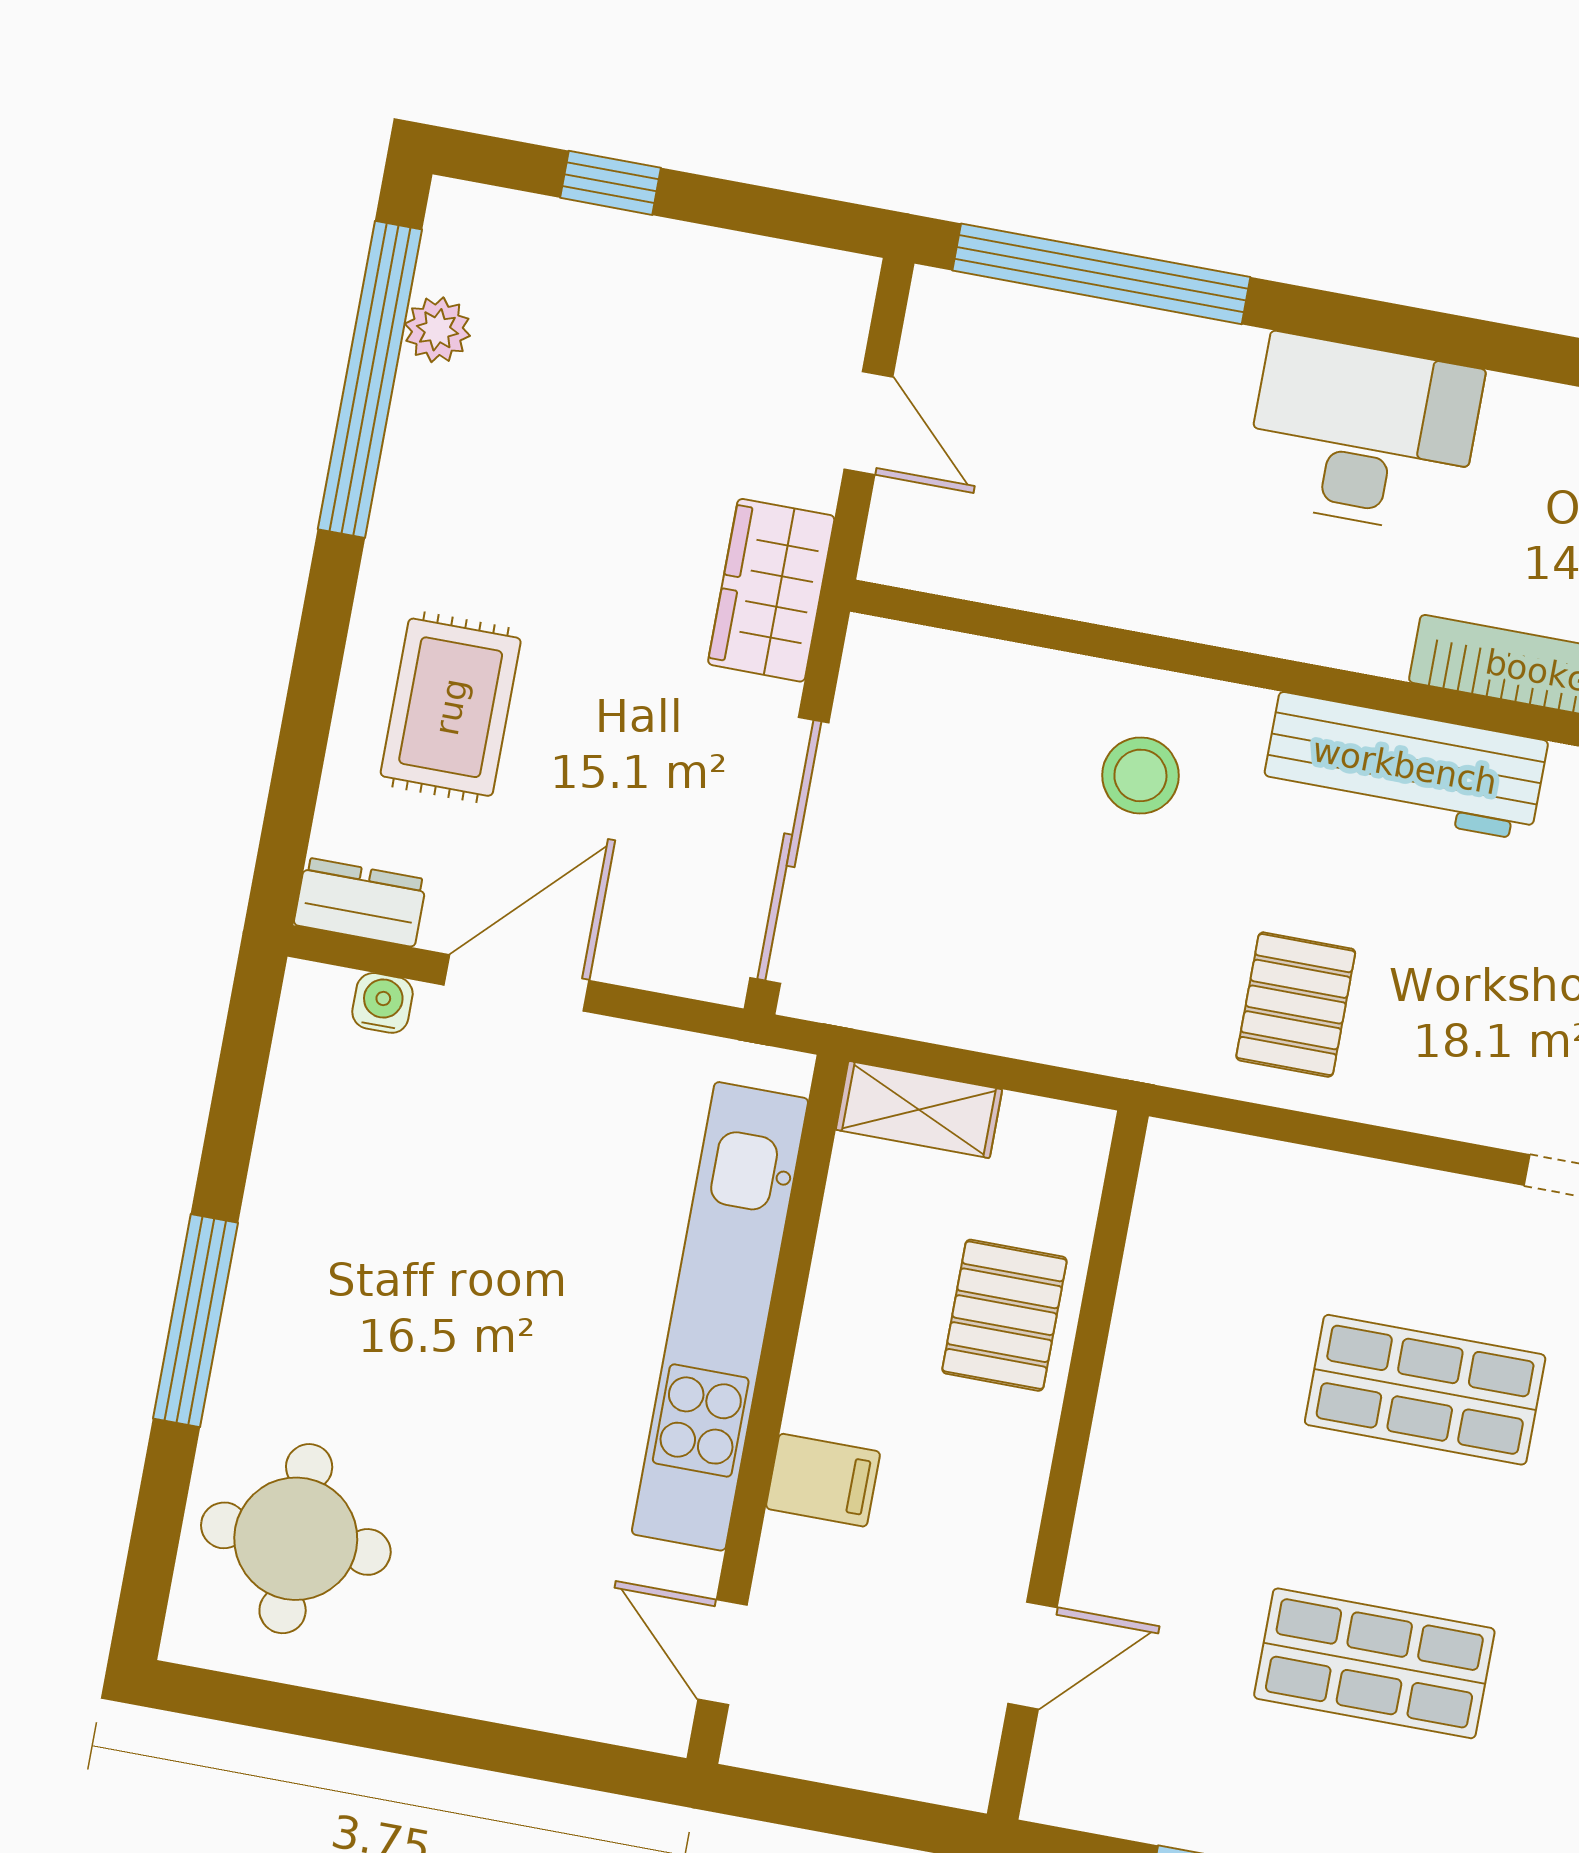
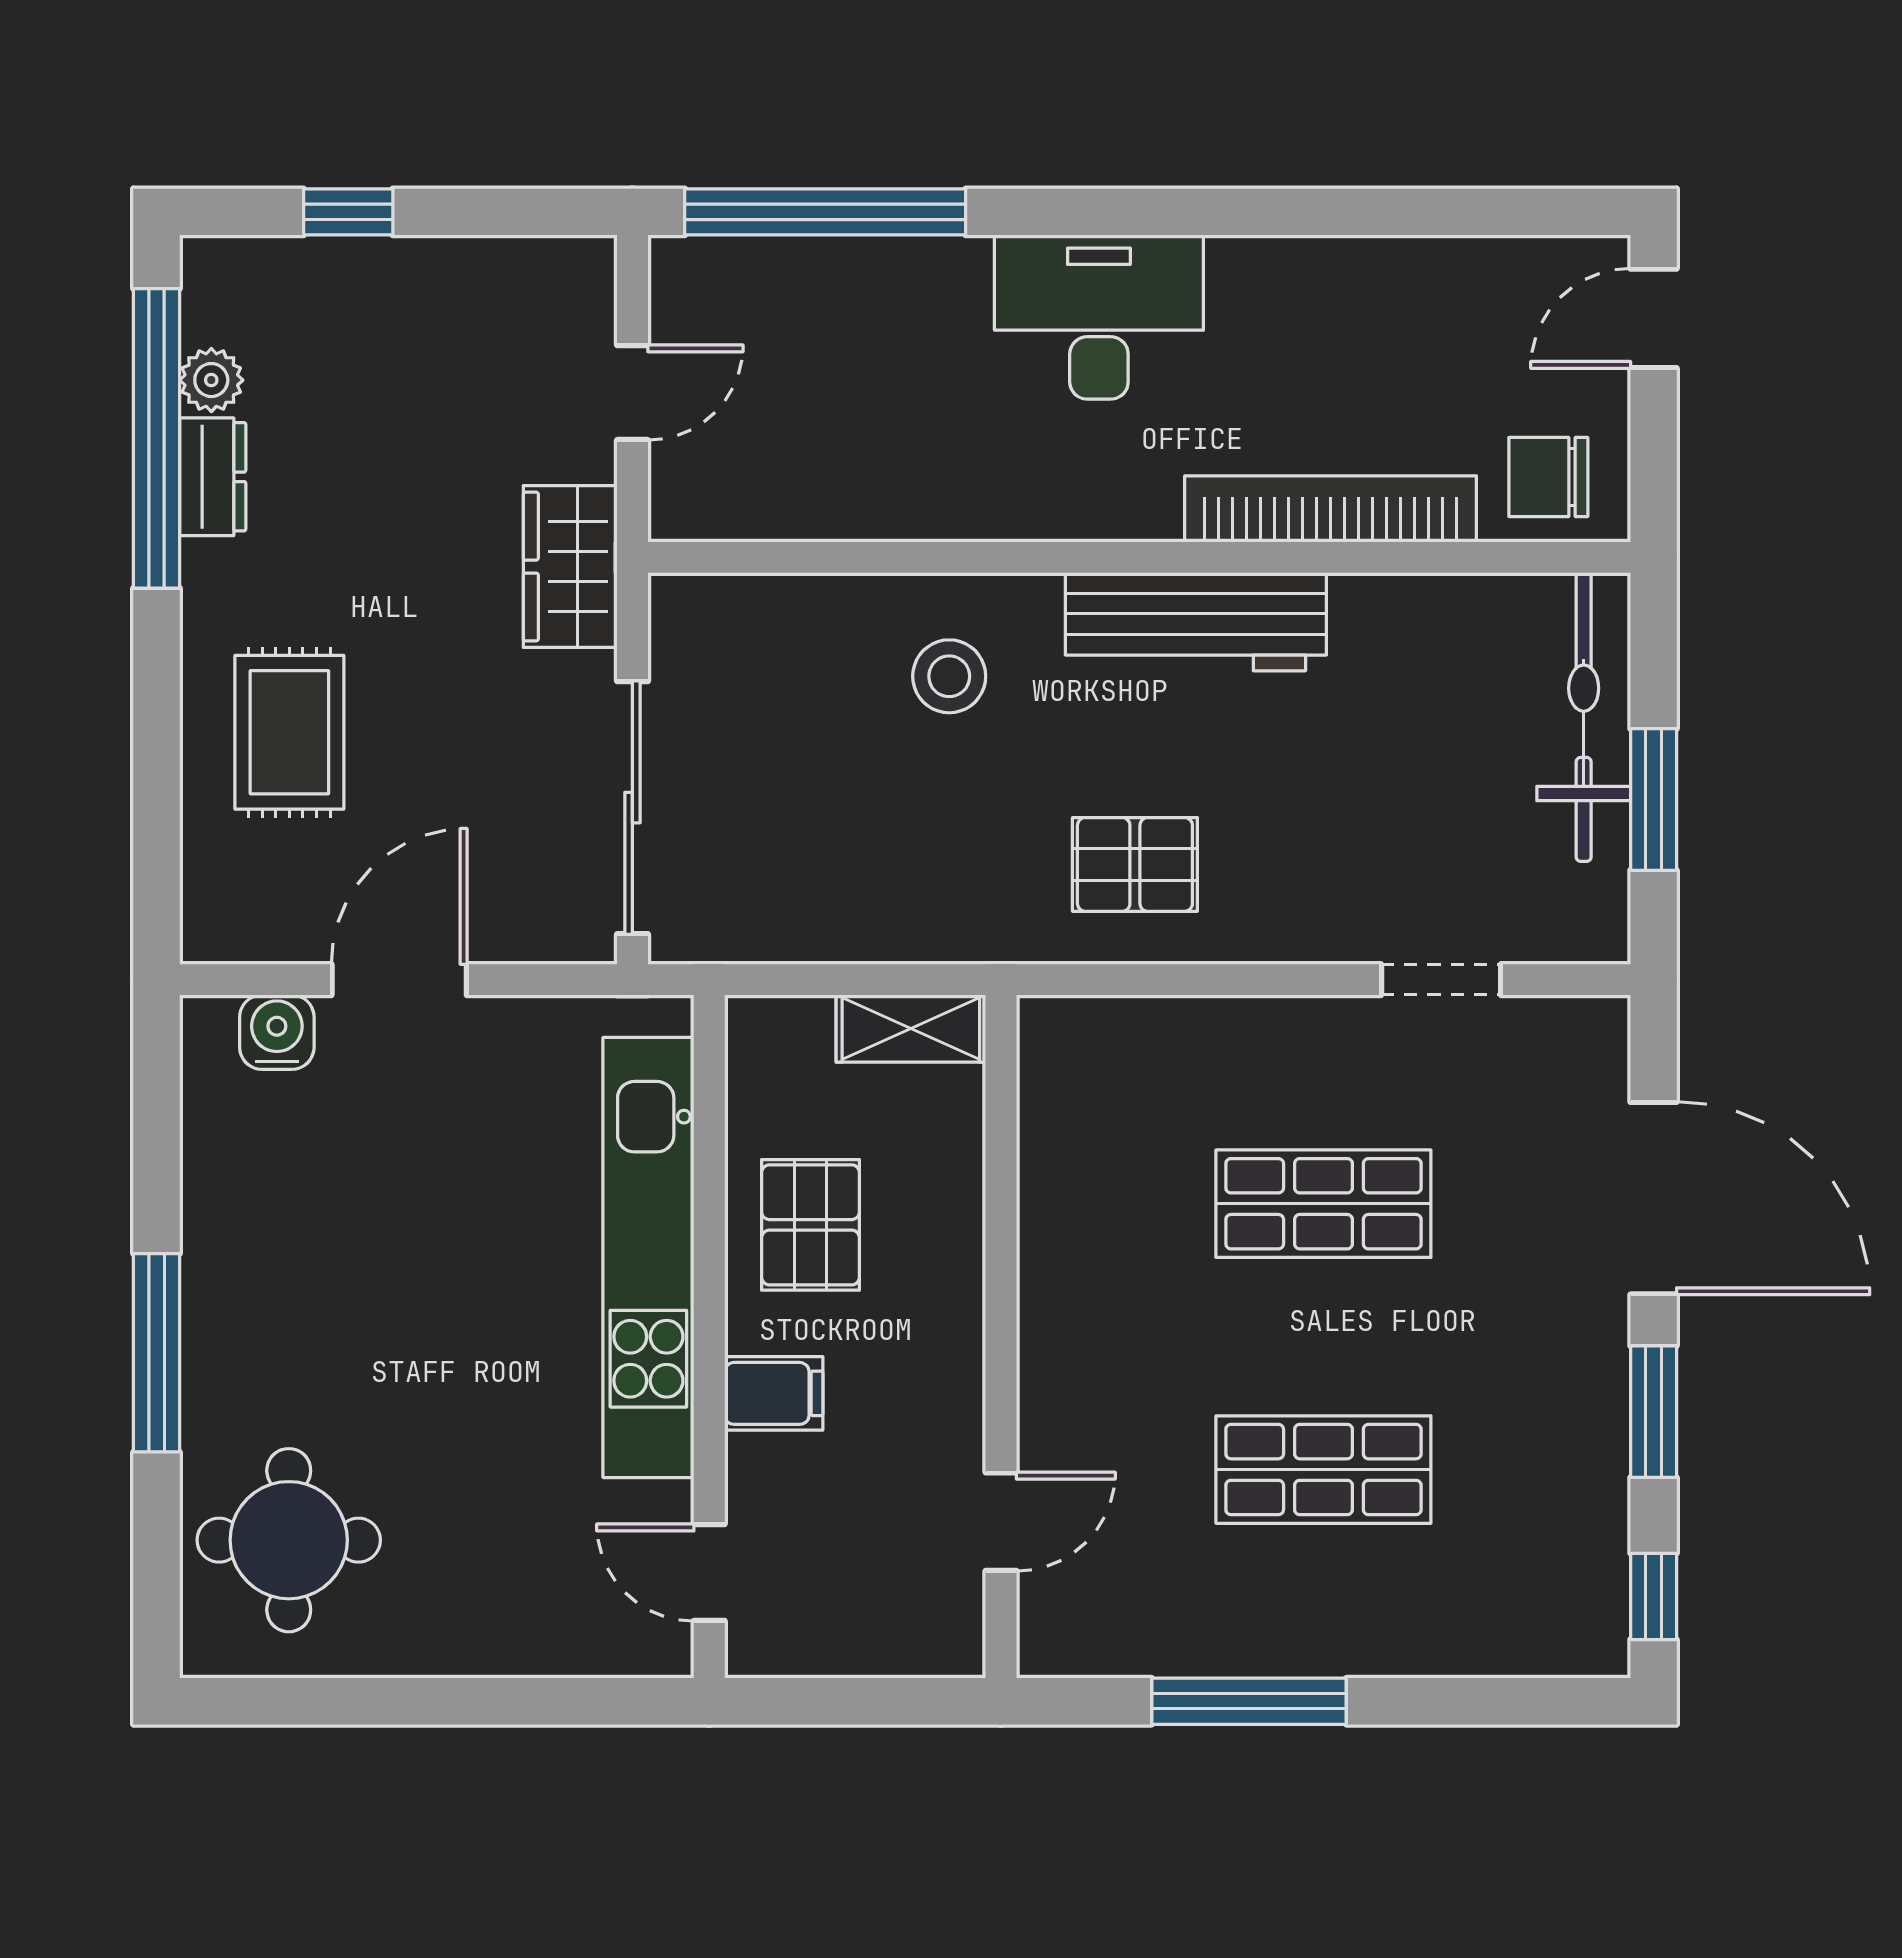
door: (869, 423) -> (632, 393), hinge flipped
dresser: (360, 902) -> (213, 477), moved, turned 90
water cooler: (382, 1003) -> (277, 1032), width x1.38, depth x1.38
pallet: (1296, 1005) -> (1135, 864), turned 90
shelving: (919, 1109) -> (911, 1029), moved
pallet: (1004, 1315) -> (811, 1225), moved

